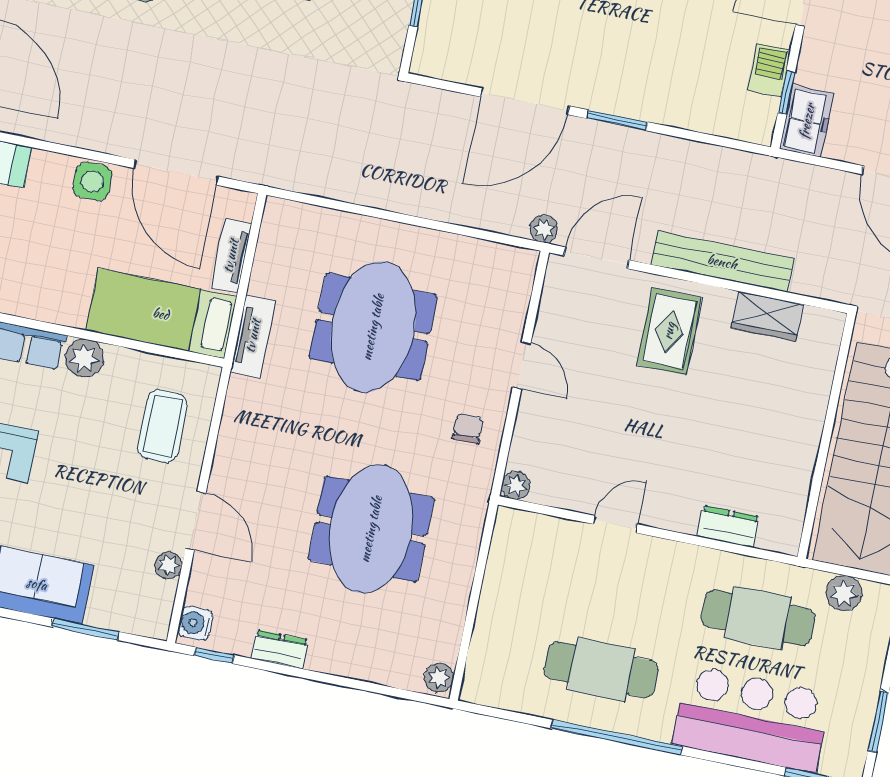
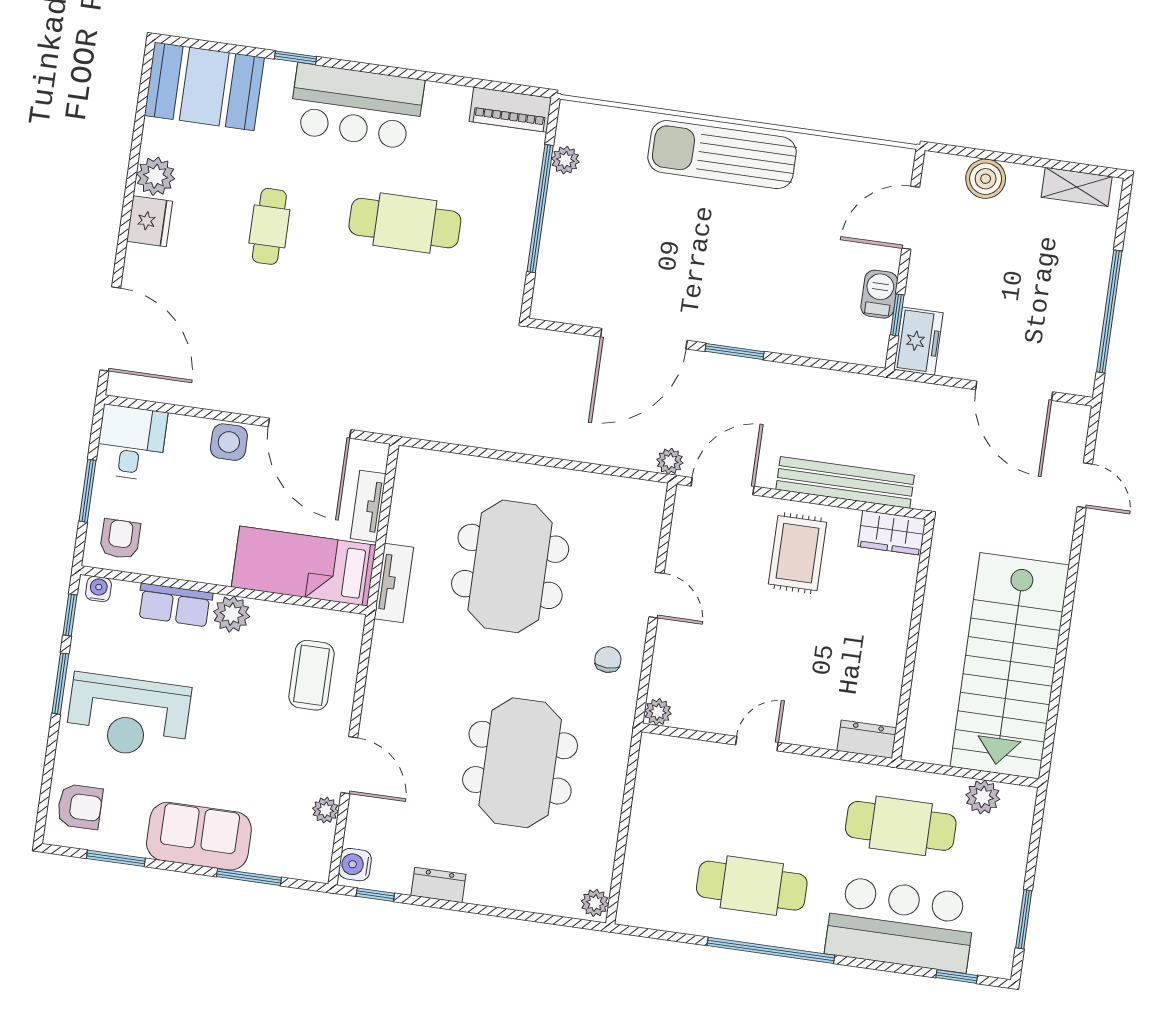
wall: (827, 436) -> (913, 639), moved

